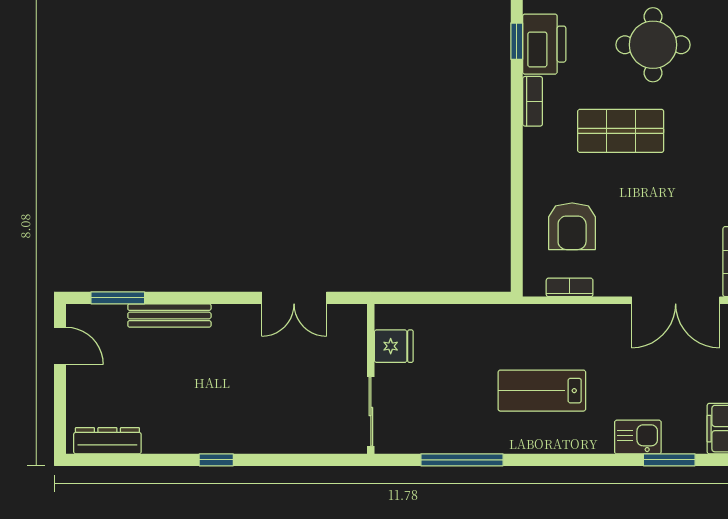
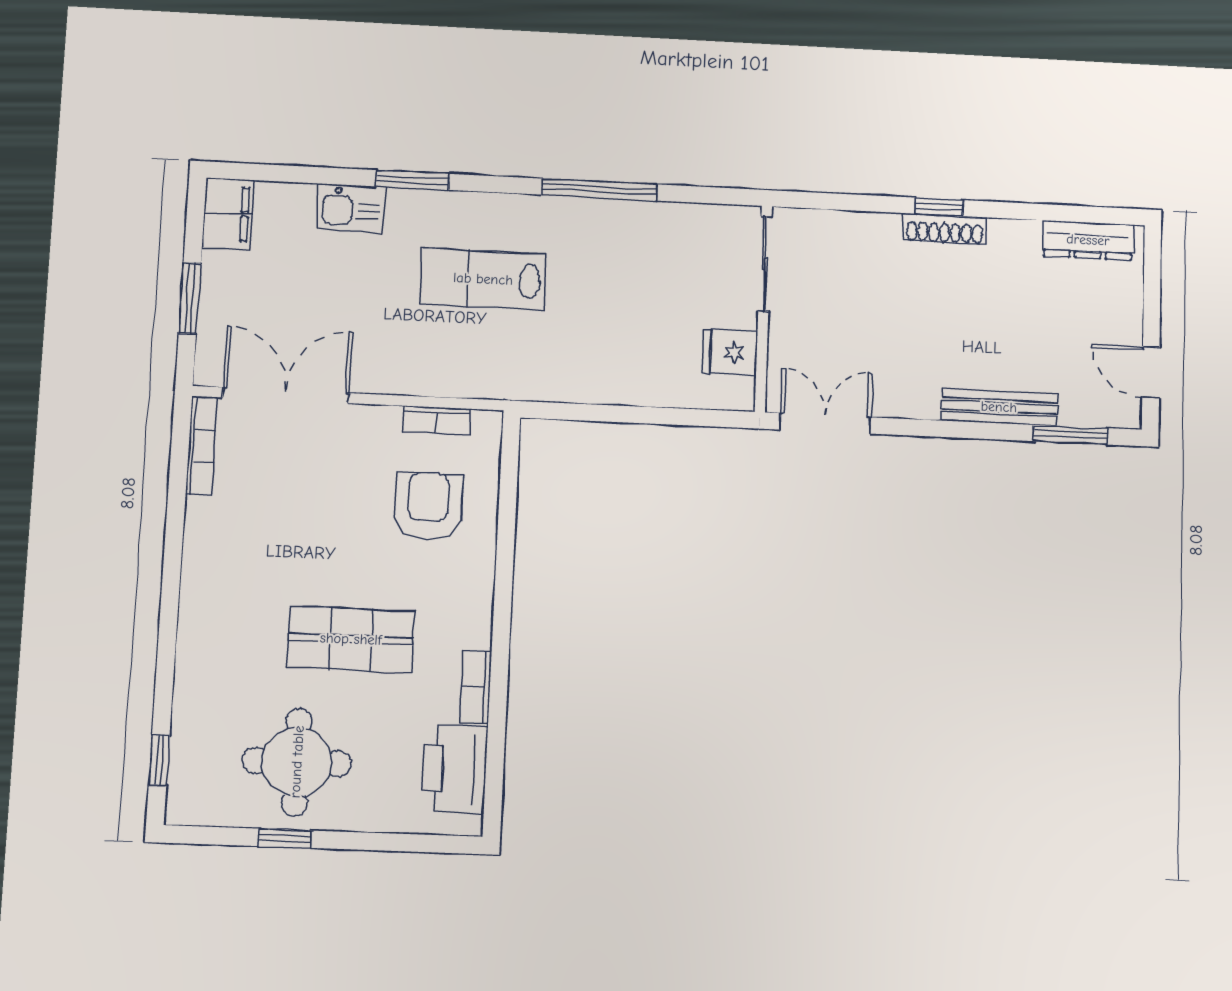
window: (517, 41) -> (494, 775), removed
fridge: (394, 346) -> (730, 352), moved
wall: (371, 379) -> (763, 309), moved
lab bench: (542, 391) -> (483, 279), turned 180
sliding door: (371, 412) -> (765, 264), moved
shoe rack: (212, 444) -> (945, 229), added
window: (669, 460) -> (412, 180), moved

